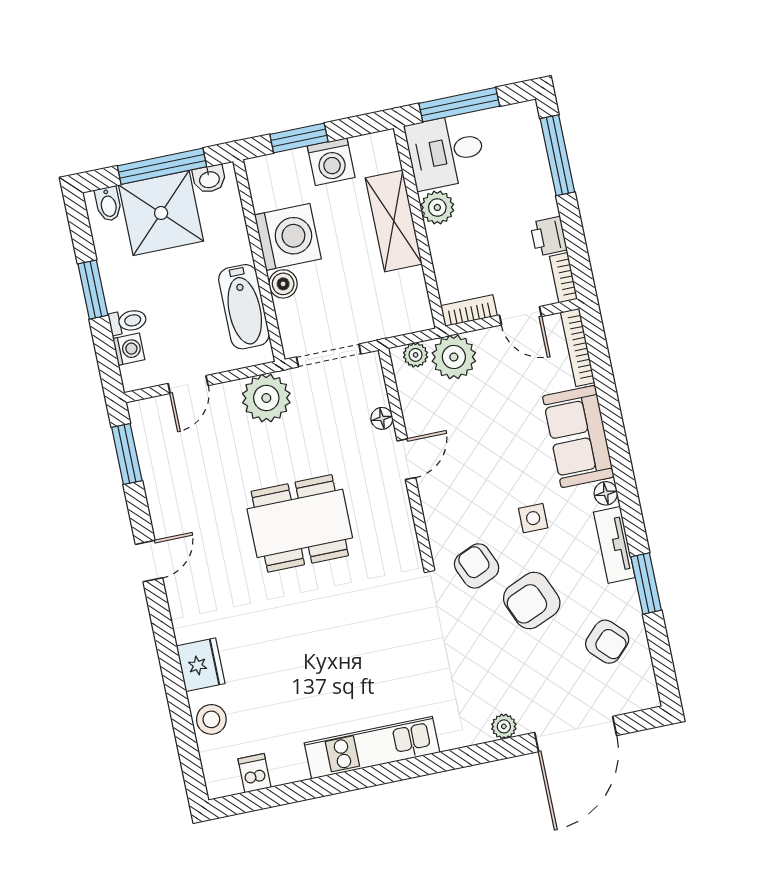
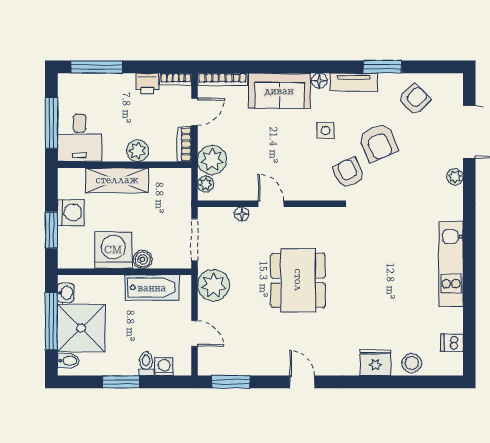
plant: (437, 207) -> (138, 151), moved
armchair: (477, 566) -> (349, 173), turned 88

